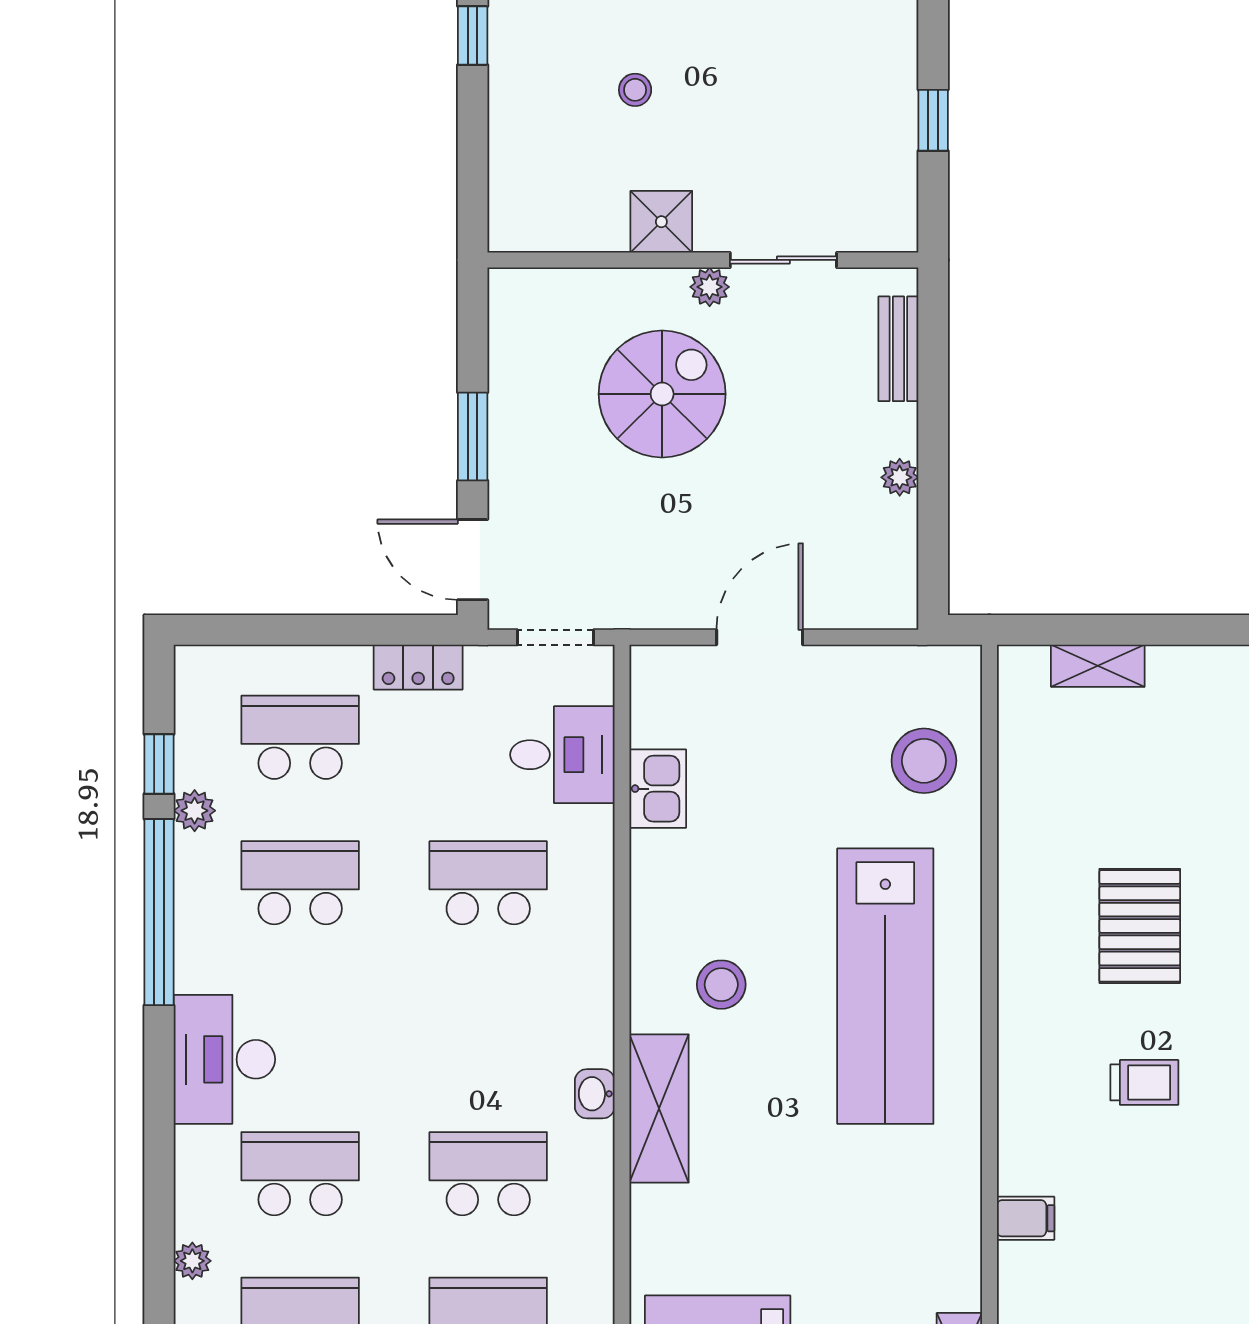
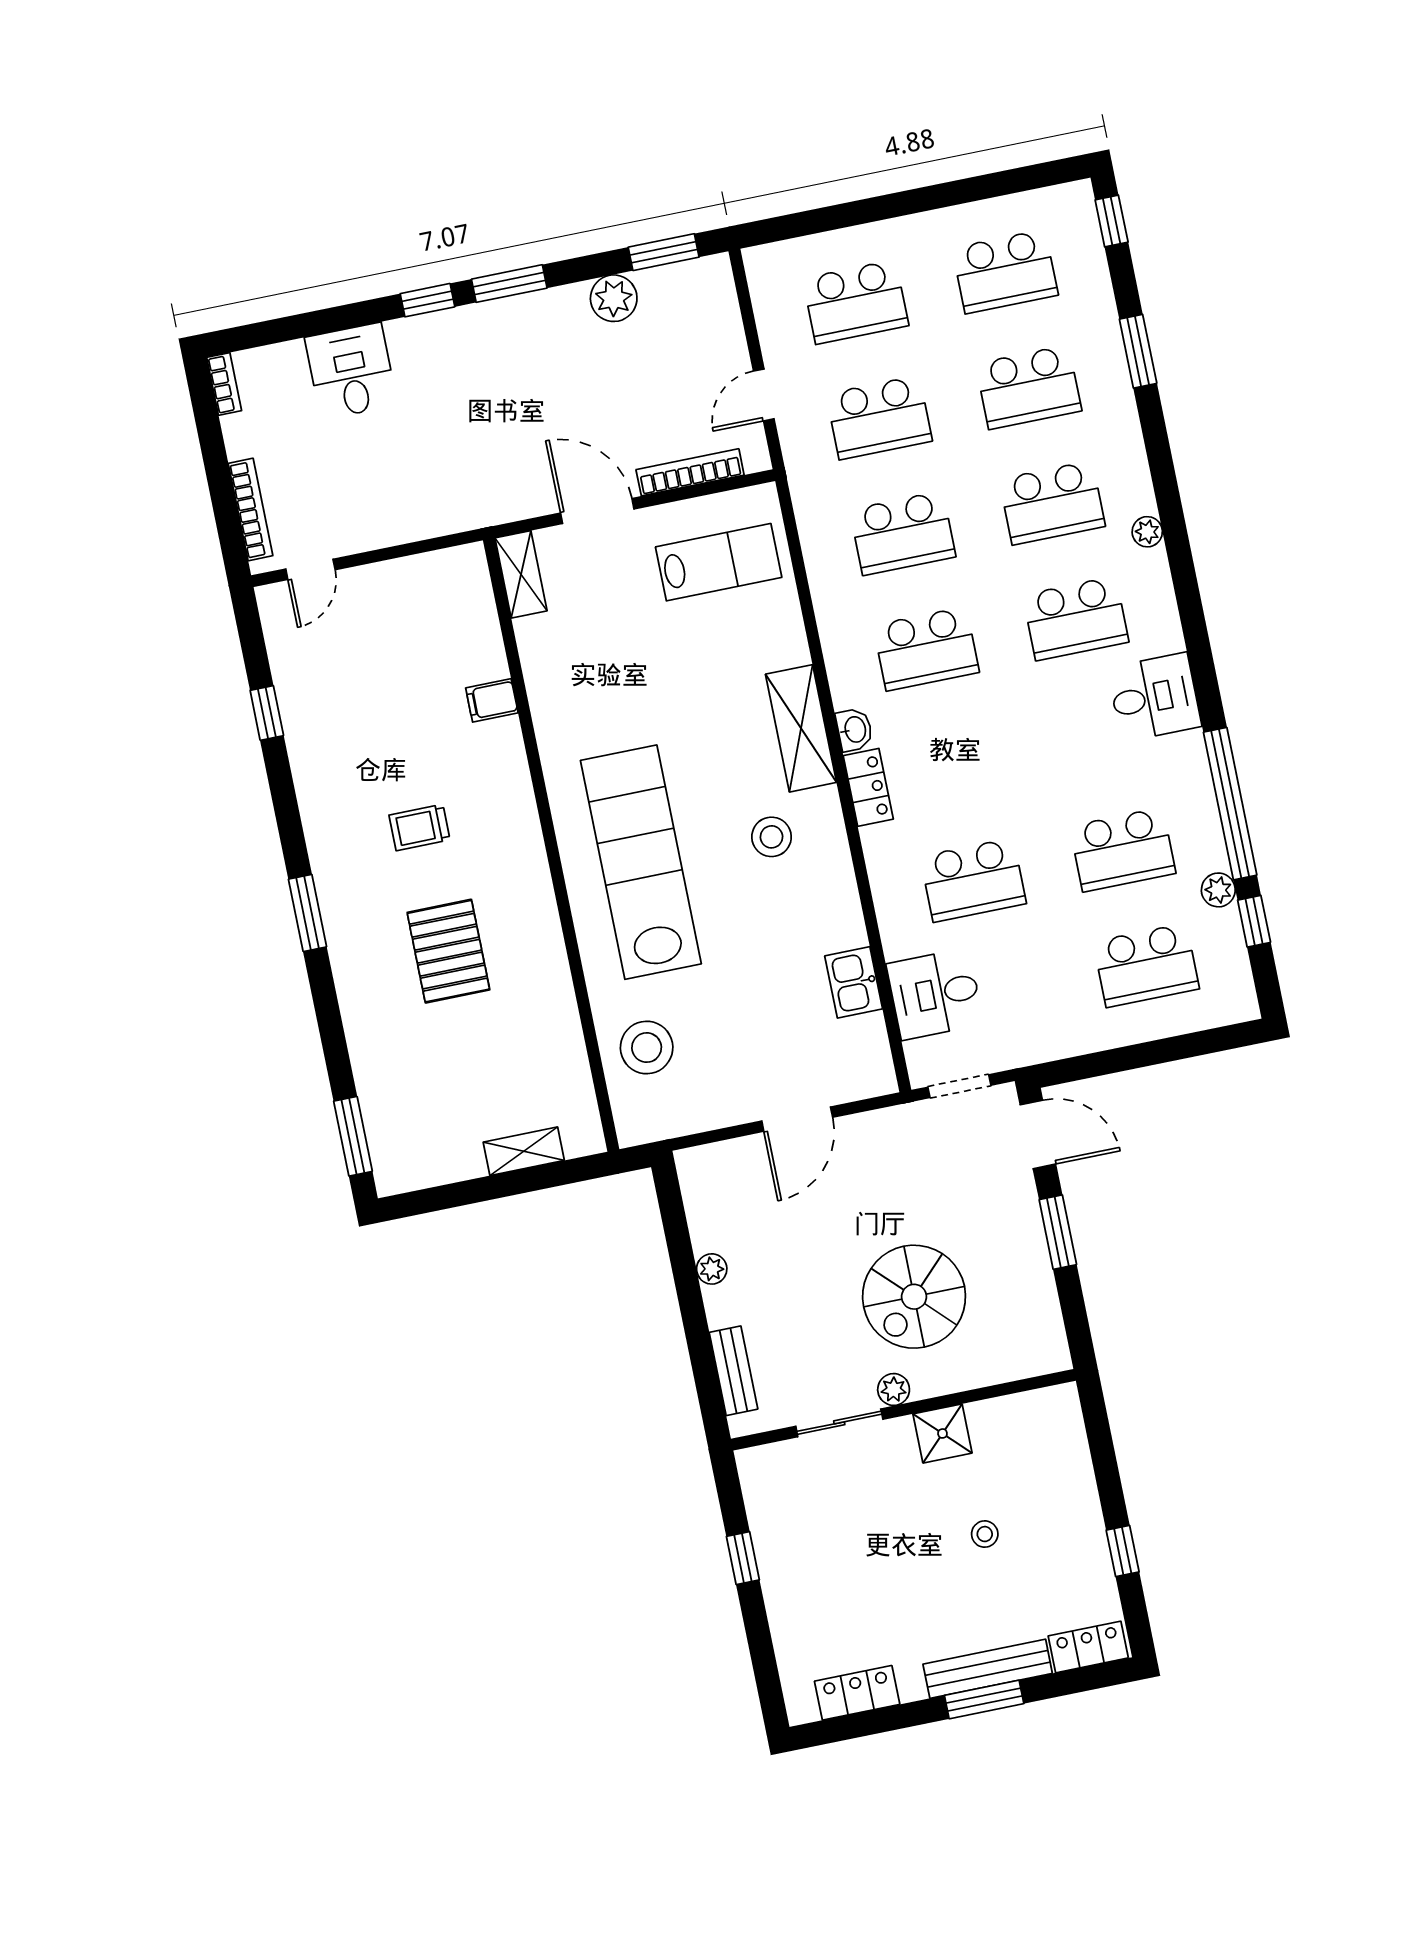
locker: (418, 667) -> (868, 787), moved, turned 90
desk: (224, 1059) -> (1154, 697), width x0.73

